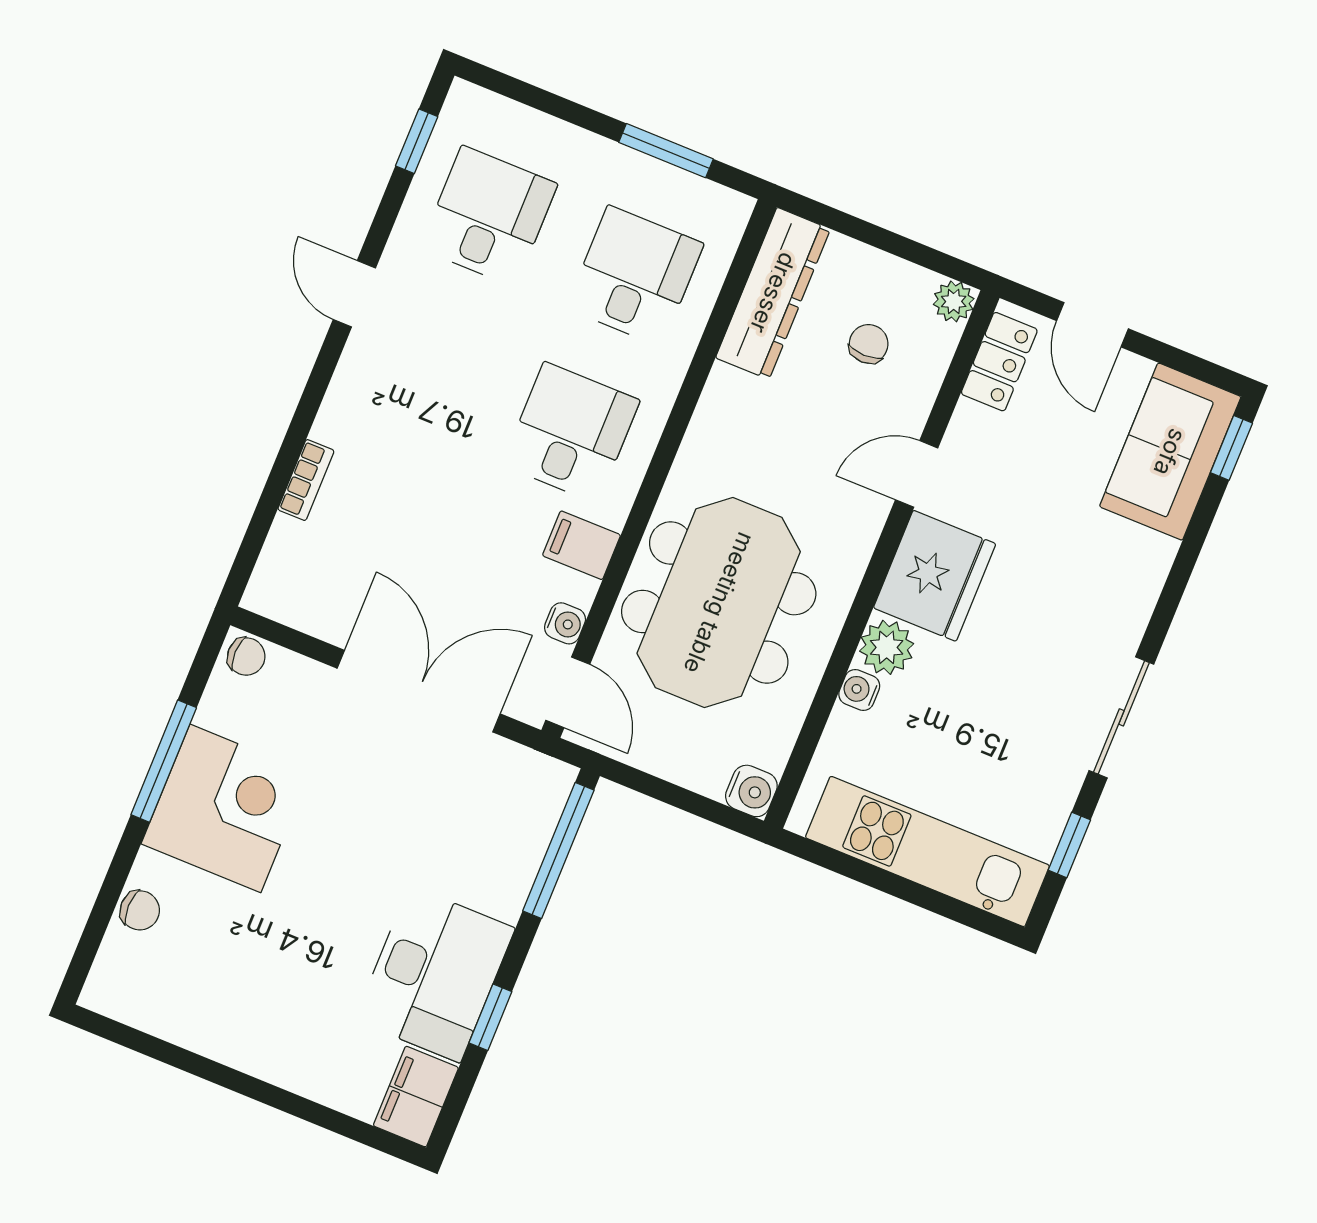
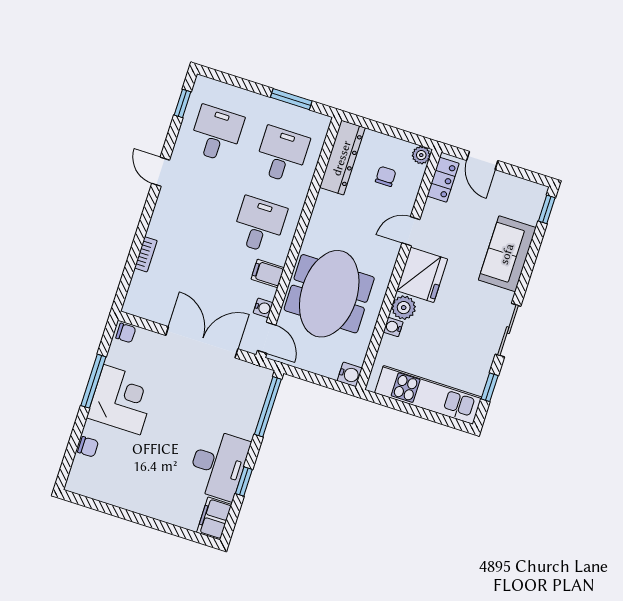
sofa: (1170, 452) -> (507, 254), moved

